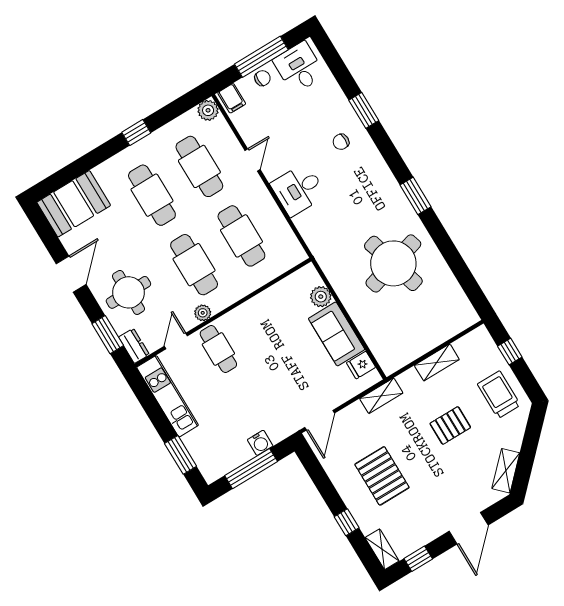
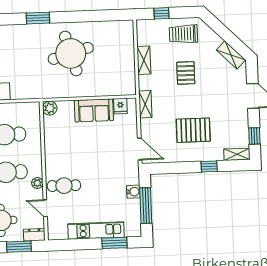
plant: (321, 297) -> (50, 108), moved
kitchen unit: (168, 396) -> (96, 231), moved

